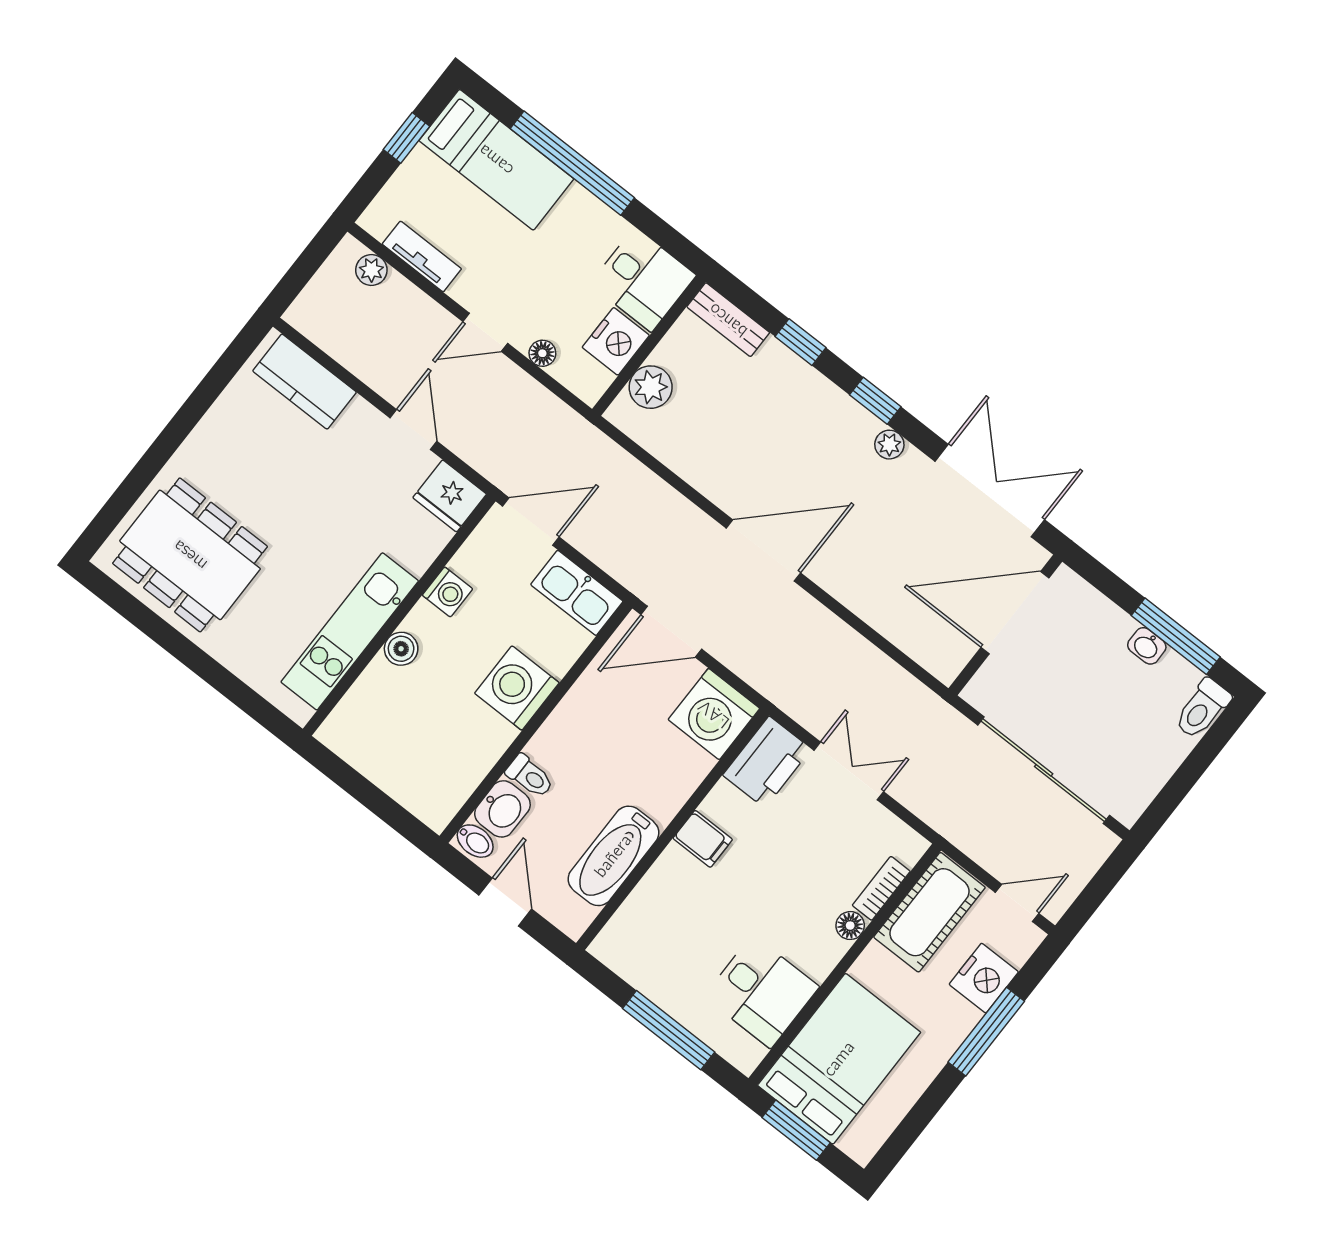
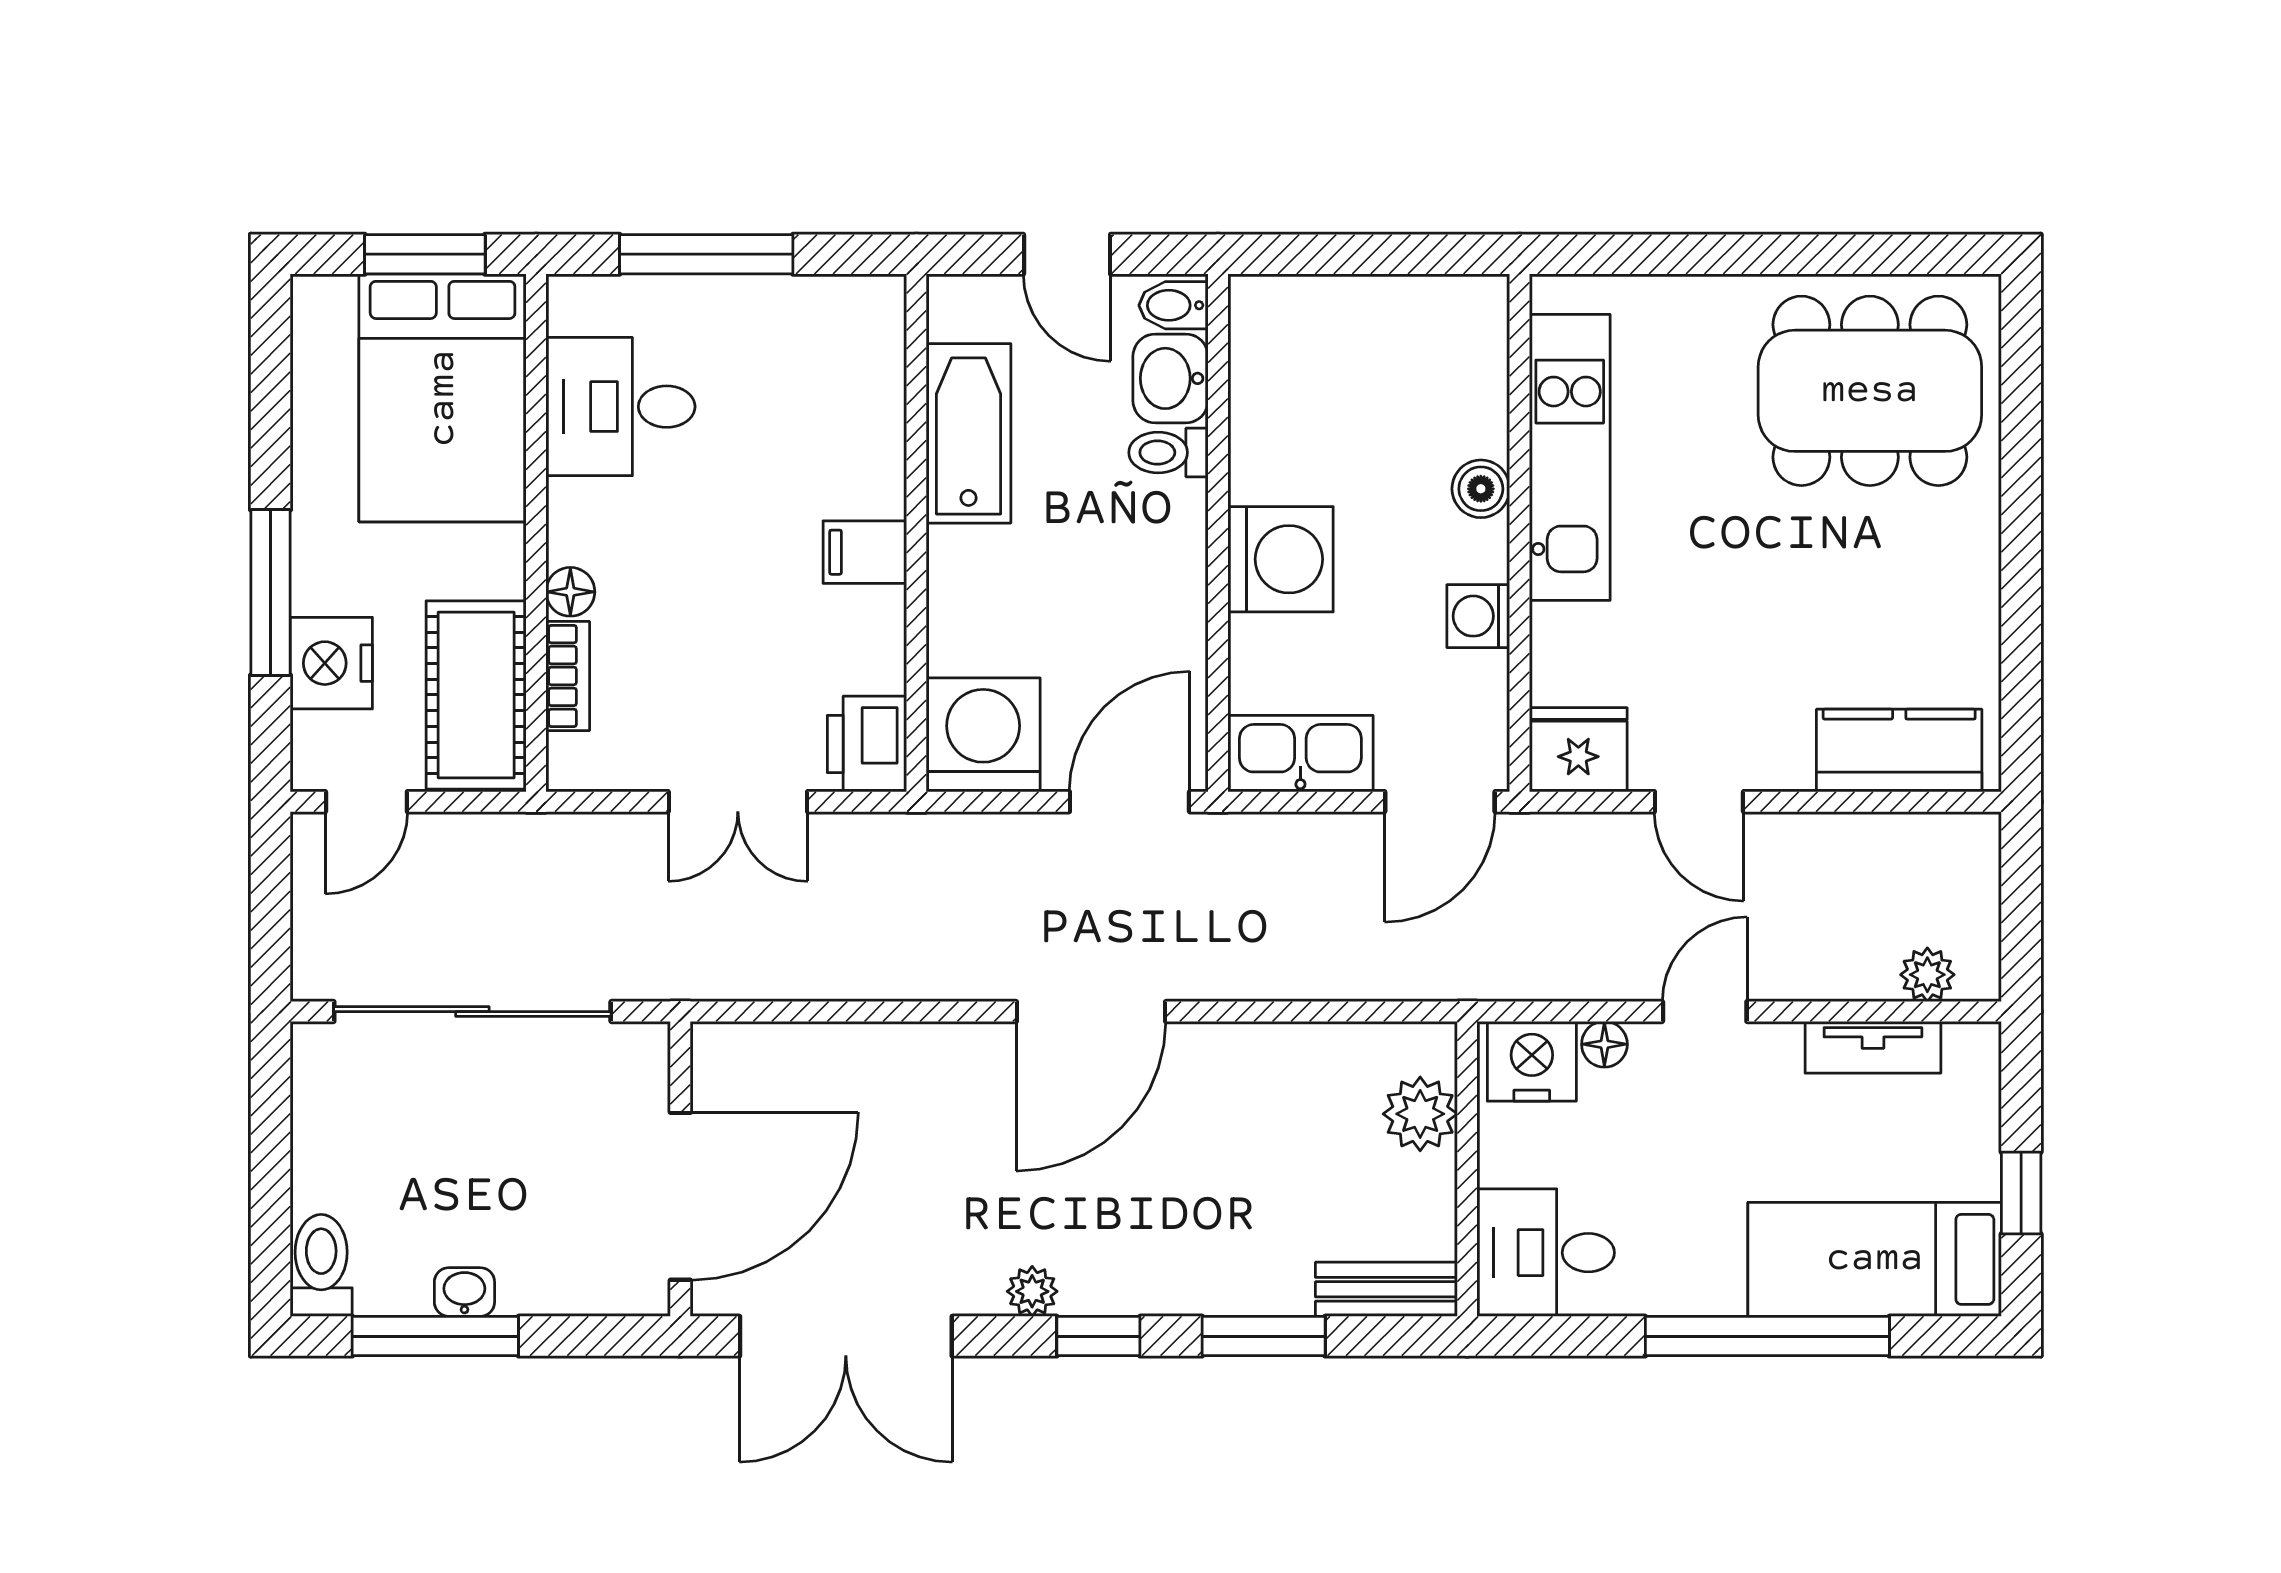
nightstand: (616, 341) -> (1532, 1061), moved, turned 90
window: (800, 342) -> (1264, 1336), width x1.50
printer: (767, 762) -> (867, 744), width x0.73, depth x0.84

